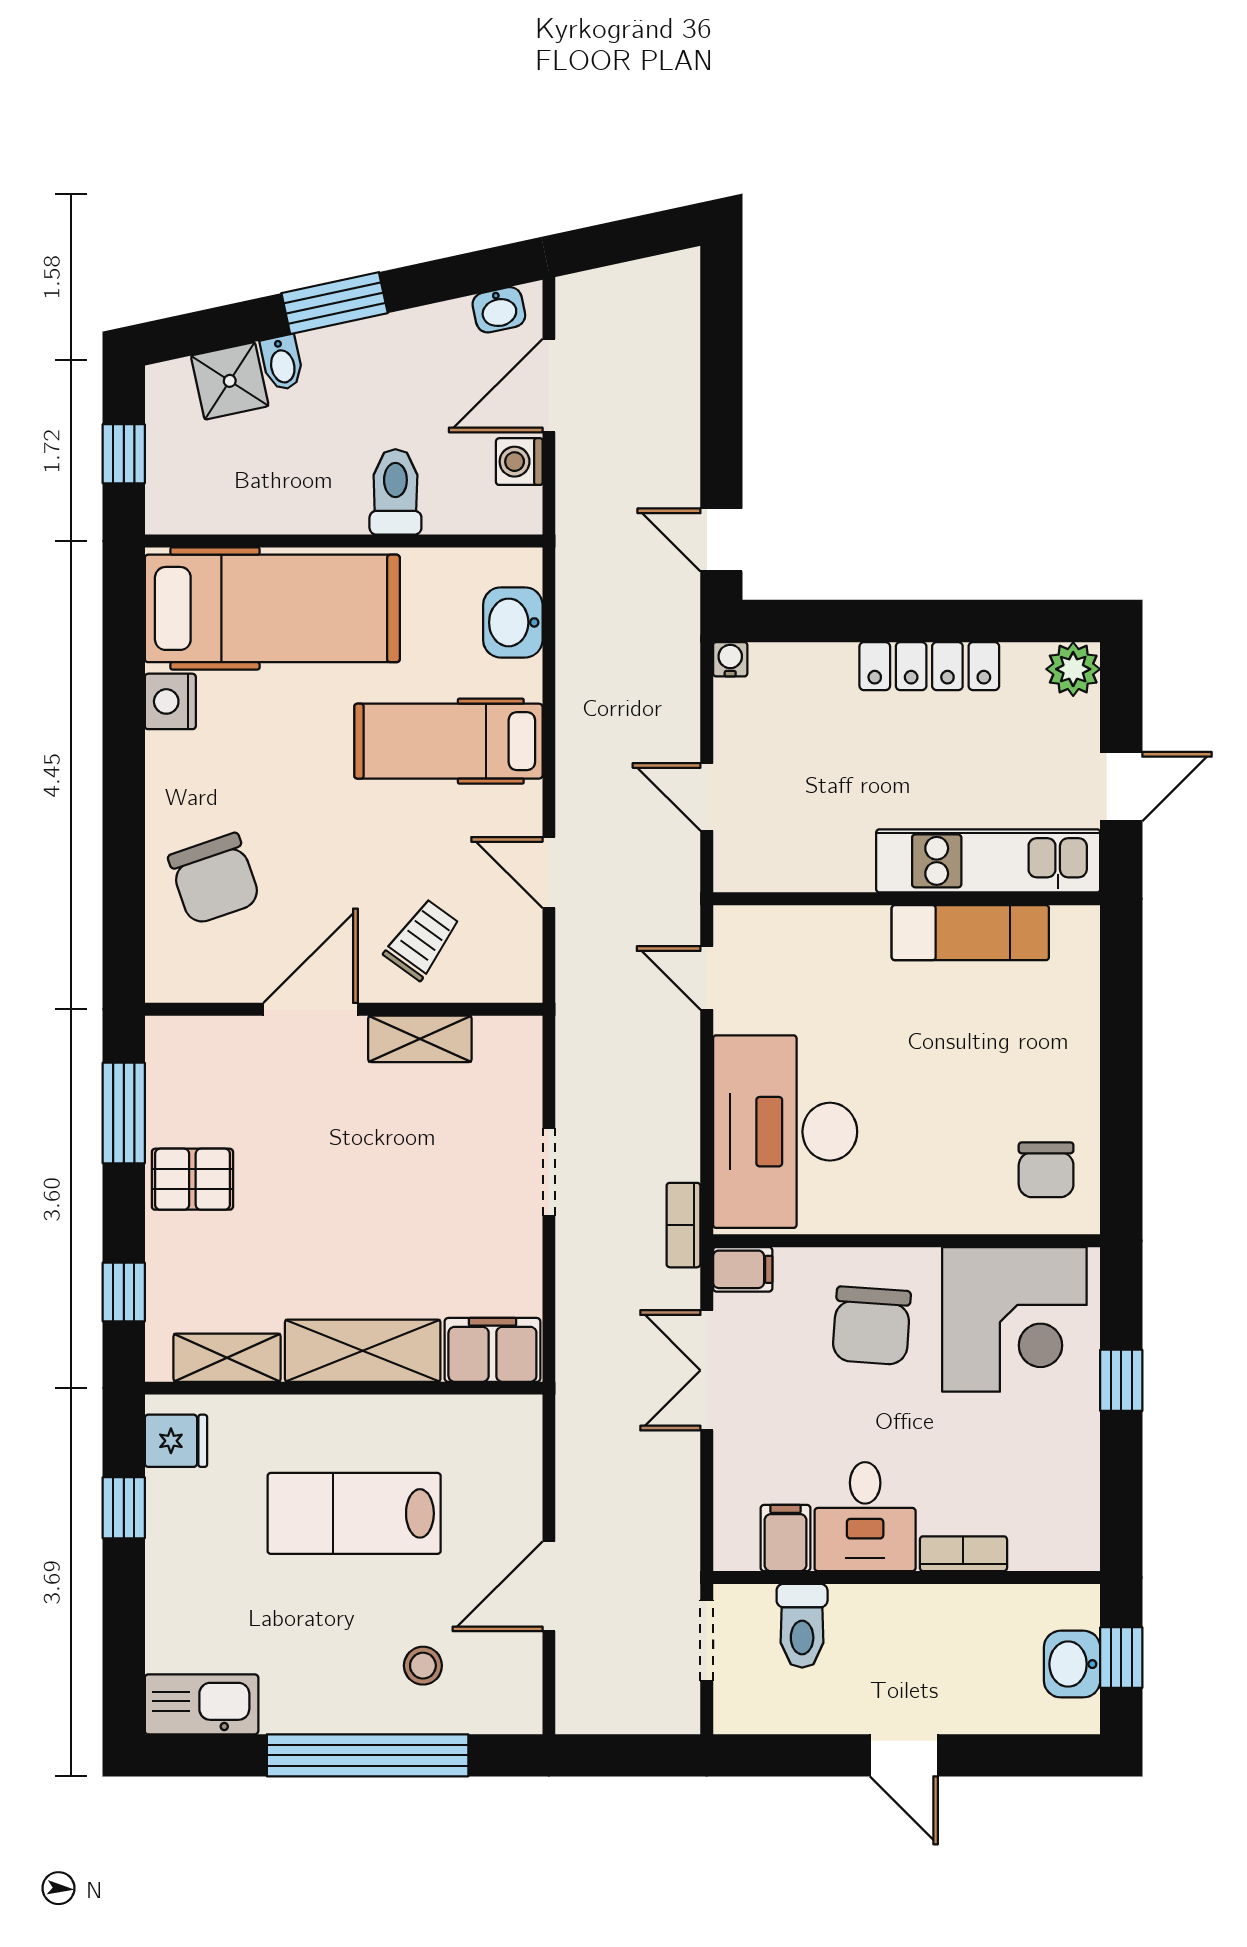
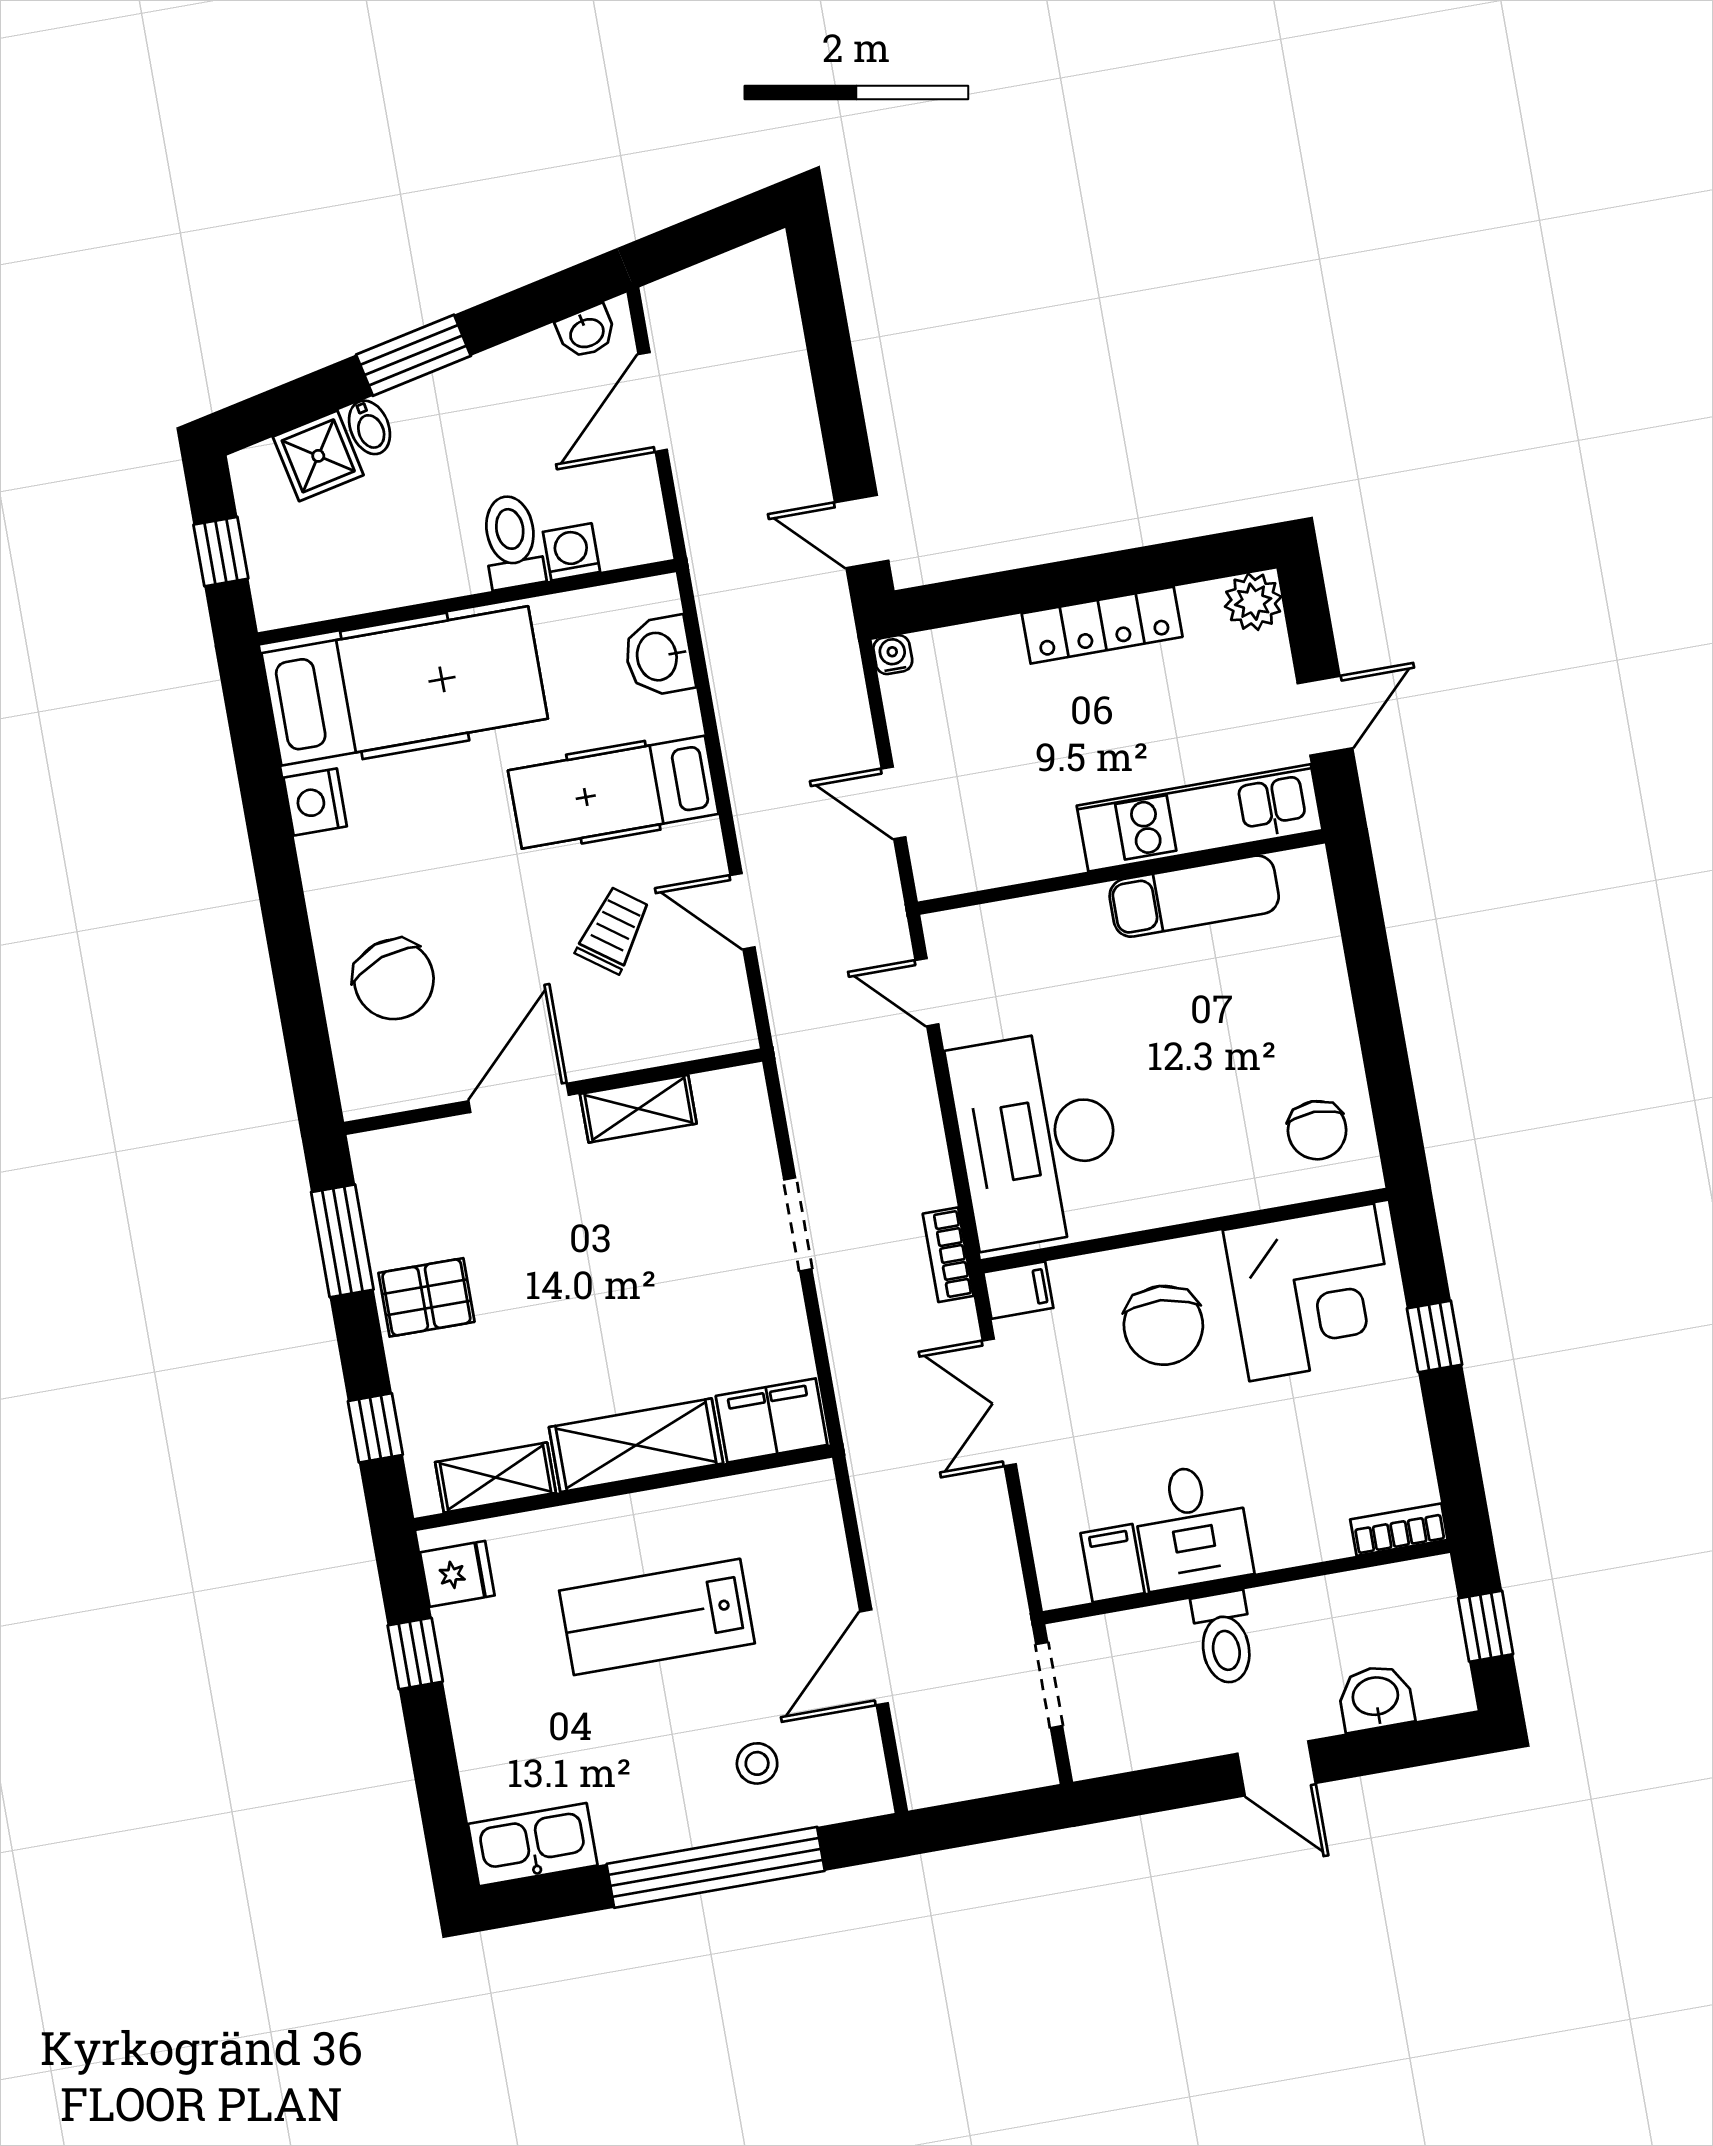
washing machine: (519, 462) -> (571, 552), moved, turned 90
trolley: (422, 939) -> (613, 930), moved
bookcase: (963, 1554) -> (1399, 1530), moved
toilet: (802, 1626) -> (1224, 1638), moved
washbasin: (1072, 1664) -> (1376, 1698), moved, turned 90

